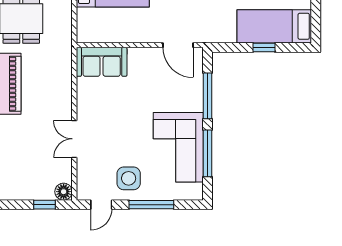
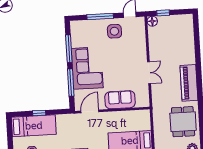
door: (178, 45) -> (90, 111), hinge flipped
sofa: (102, 62) -> (120, 100), moved
double door: (74, 139) -> (149, 73), moved
corner sofa: (178, 147) -> (87, 68), moved

